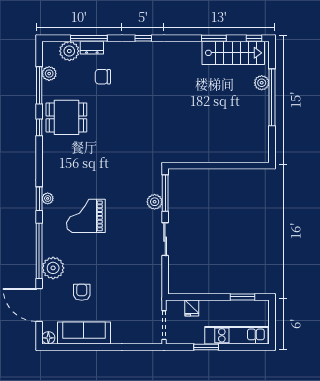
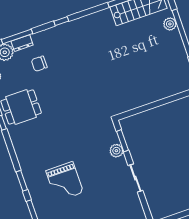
window: (165, 193) -> (123, 141), width x0.69
plant: (48, 198) -> (29, 178), removed
grand piano: (86, 216) -> (65, 181), turned -90

